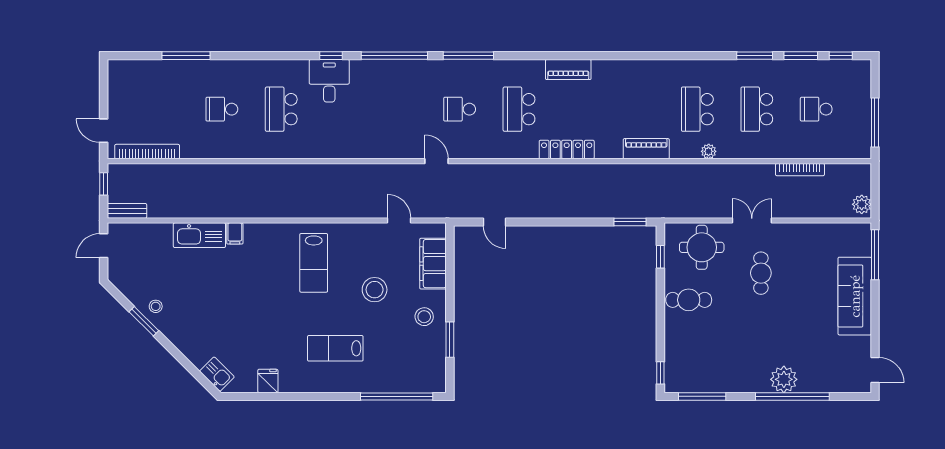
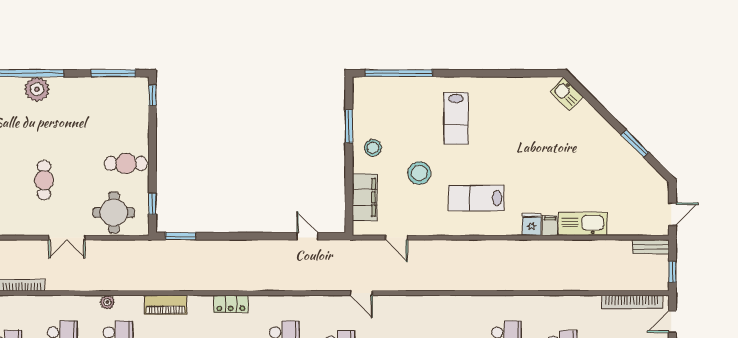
door: (104, 131) -> (672, 322), swing flipped
locker: (567, 150) -> (231, 304), width x0.66
lab bench: (314, 263) -> (476, 198), turned -90
cafe table: (761, 273) -> (44, 180), moved
stool: (156, 306) -> (624, 157), removed
lab bench: (335, 348) -> (456, 118), turned 90
fridge: (268, 381) -> (532, 224), moved, turned 180

